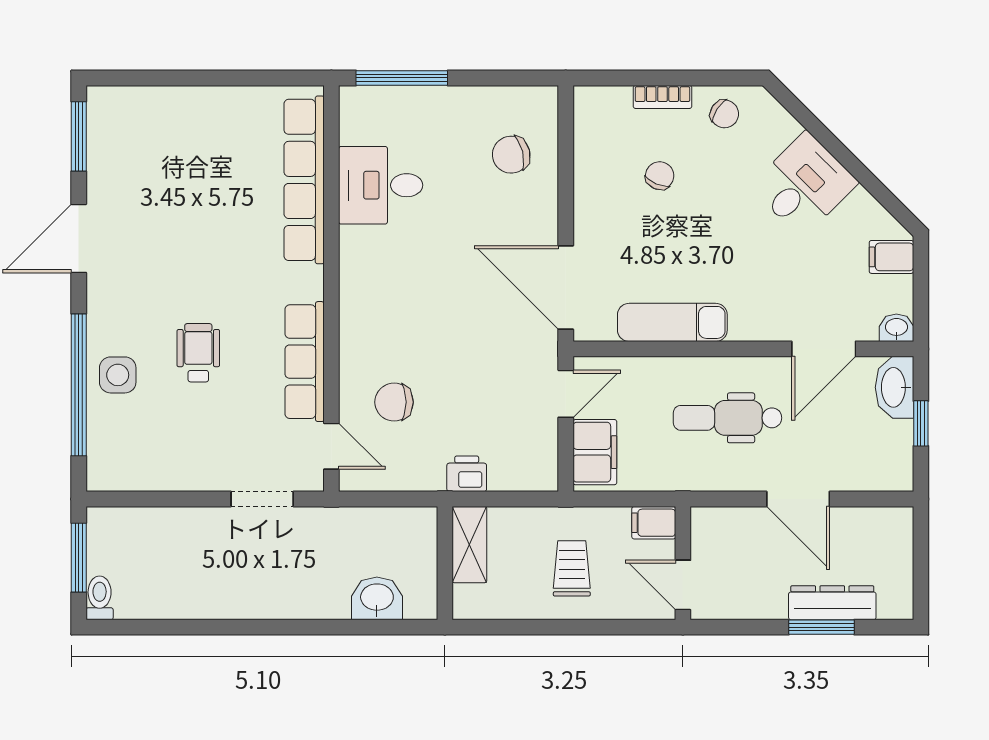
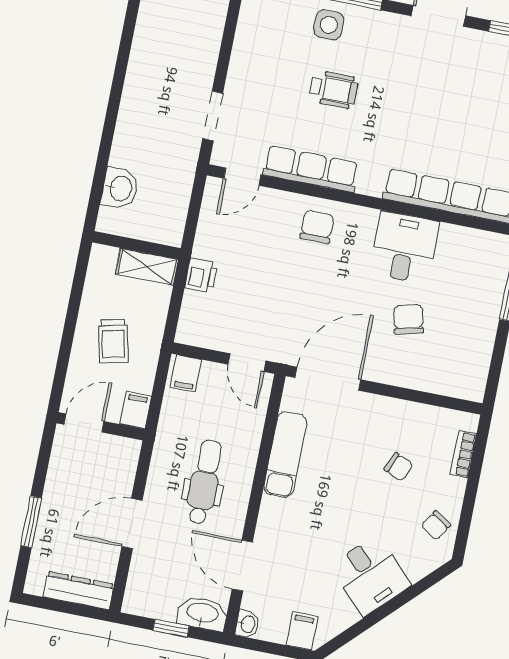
bookcase: (662, 97) -> (463, 454), moved
chair: (511, 155) -> (408, 319), moved
desk: (381, 185) -> (404, 248), moved
chair: (394, 402) -> (317, 227), moved
filing cabinet: (595, 452) -> (186, 374), width x0.50
trolley: (572, 568) -> (113, 341), turned 77
dresser: (832, 603) -> (79, 591), moved, turned -90

